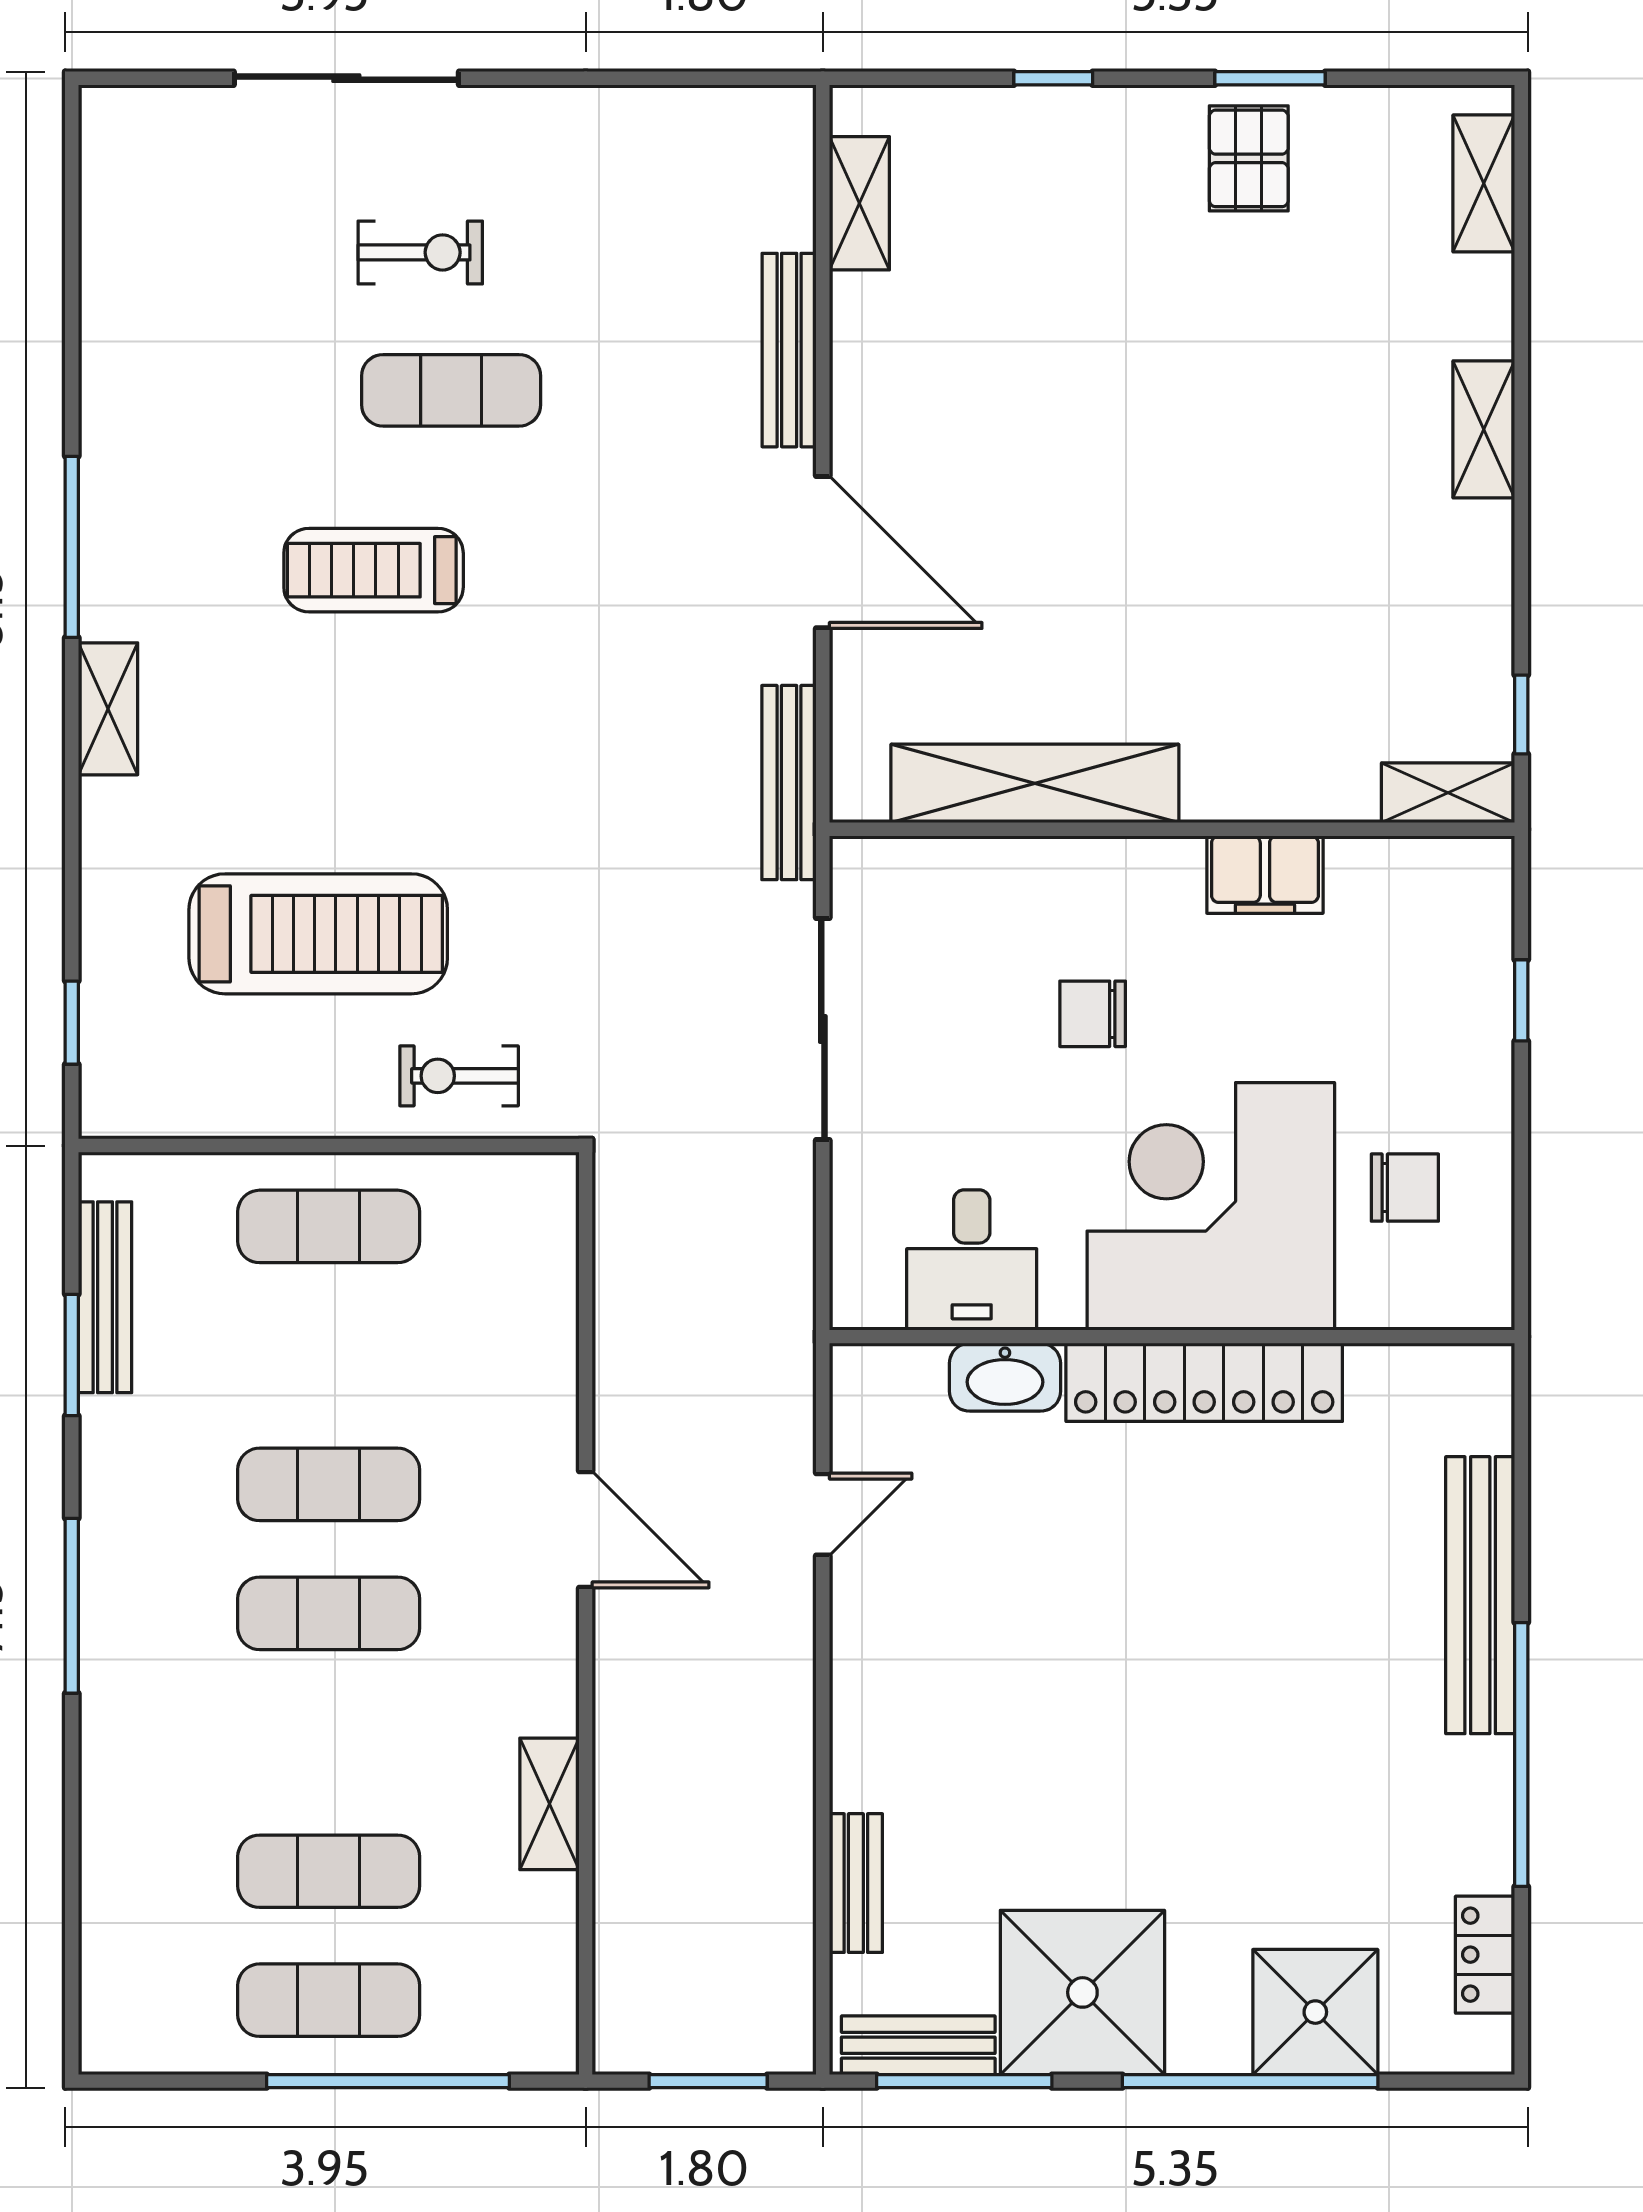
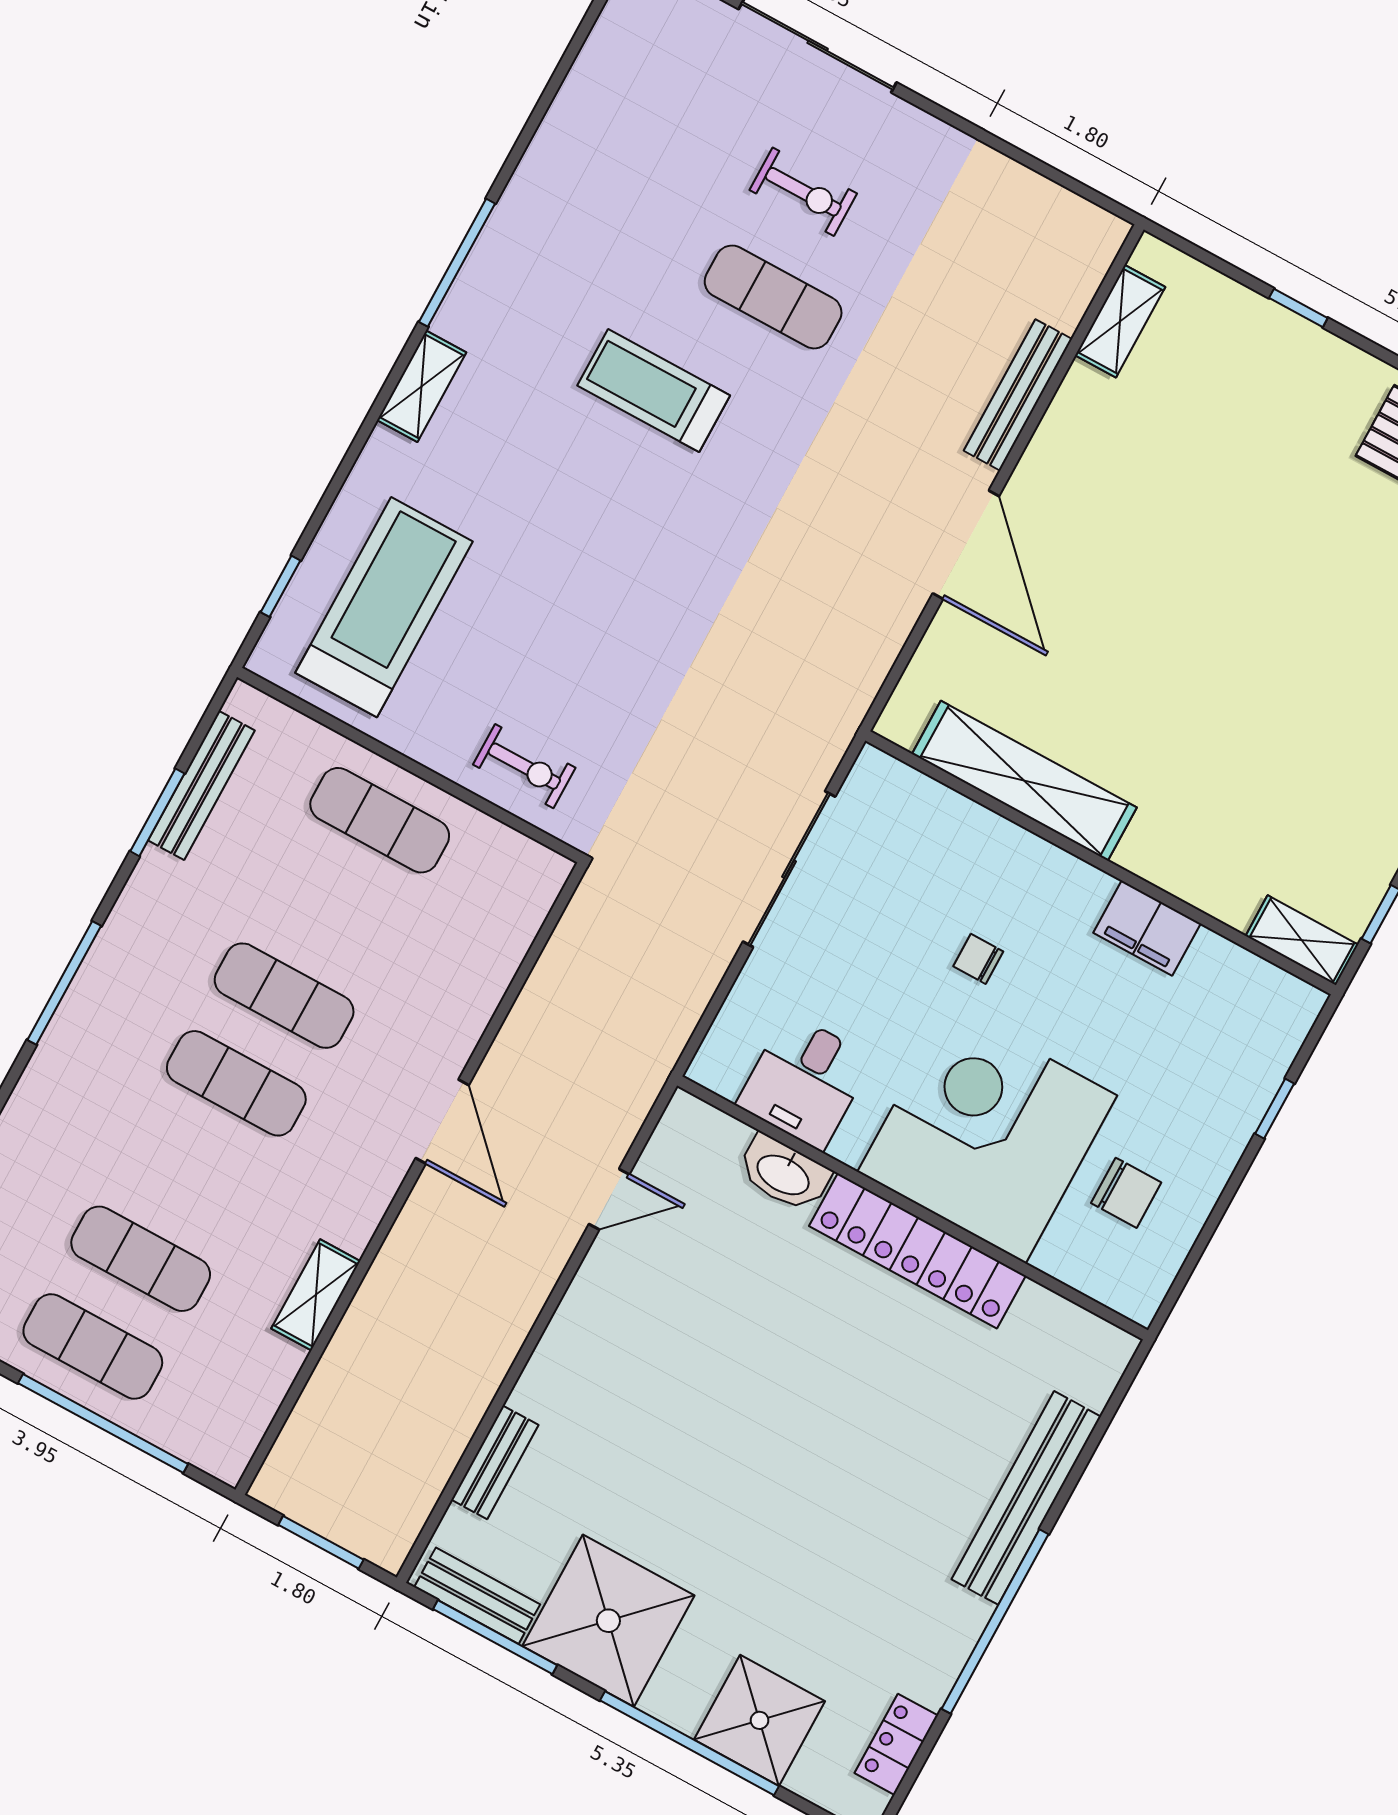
bench: (789, 783) -> (857, 689), removed
treadmill: (318, 934) -> (384, 607), moved, turned -90
chair: (1093, 1014) -> (978, 959), width x0.73, depth x0.73
exercise bike: (459, 1076) -> (524, 766), turned 180

